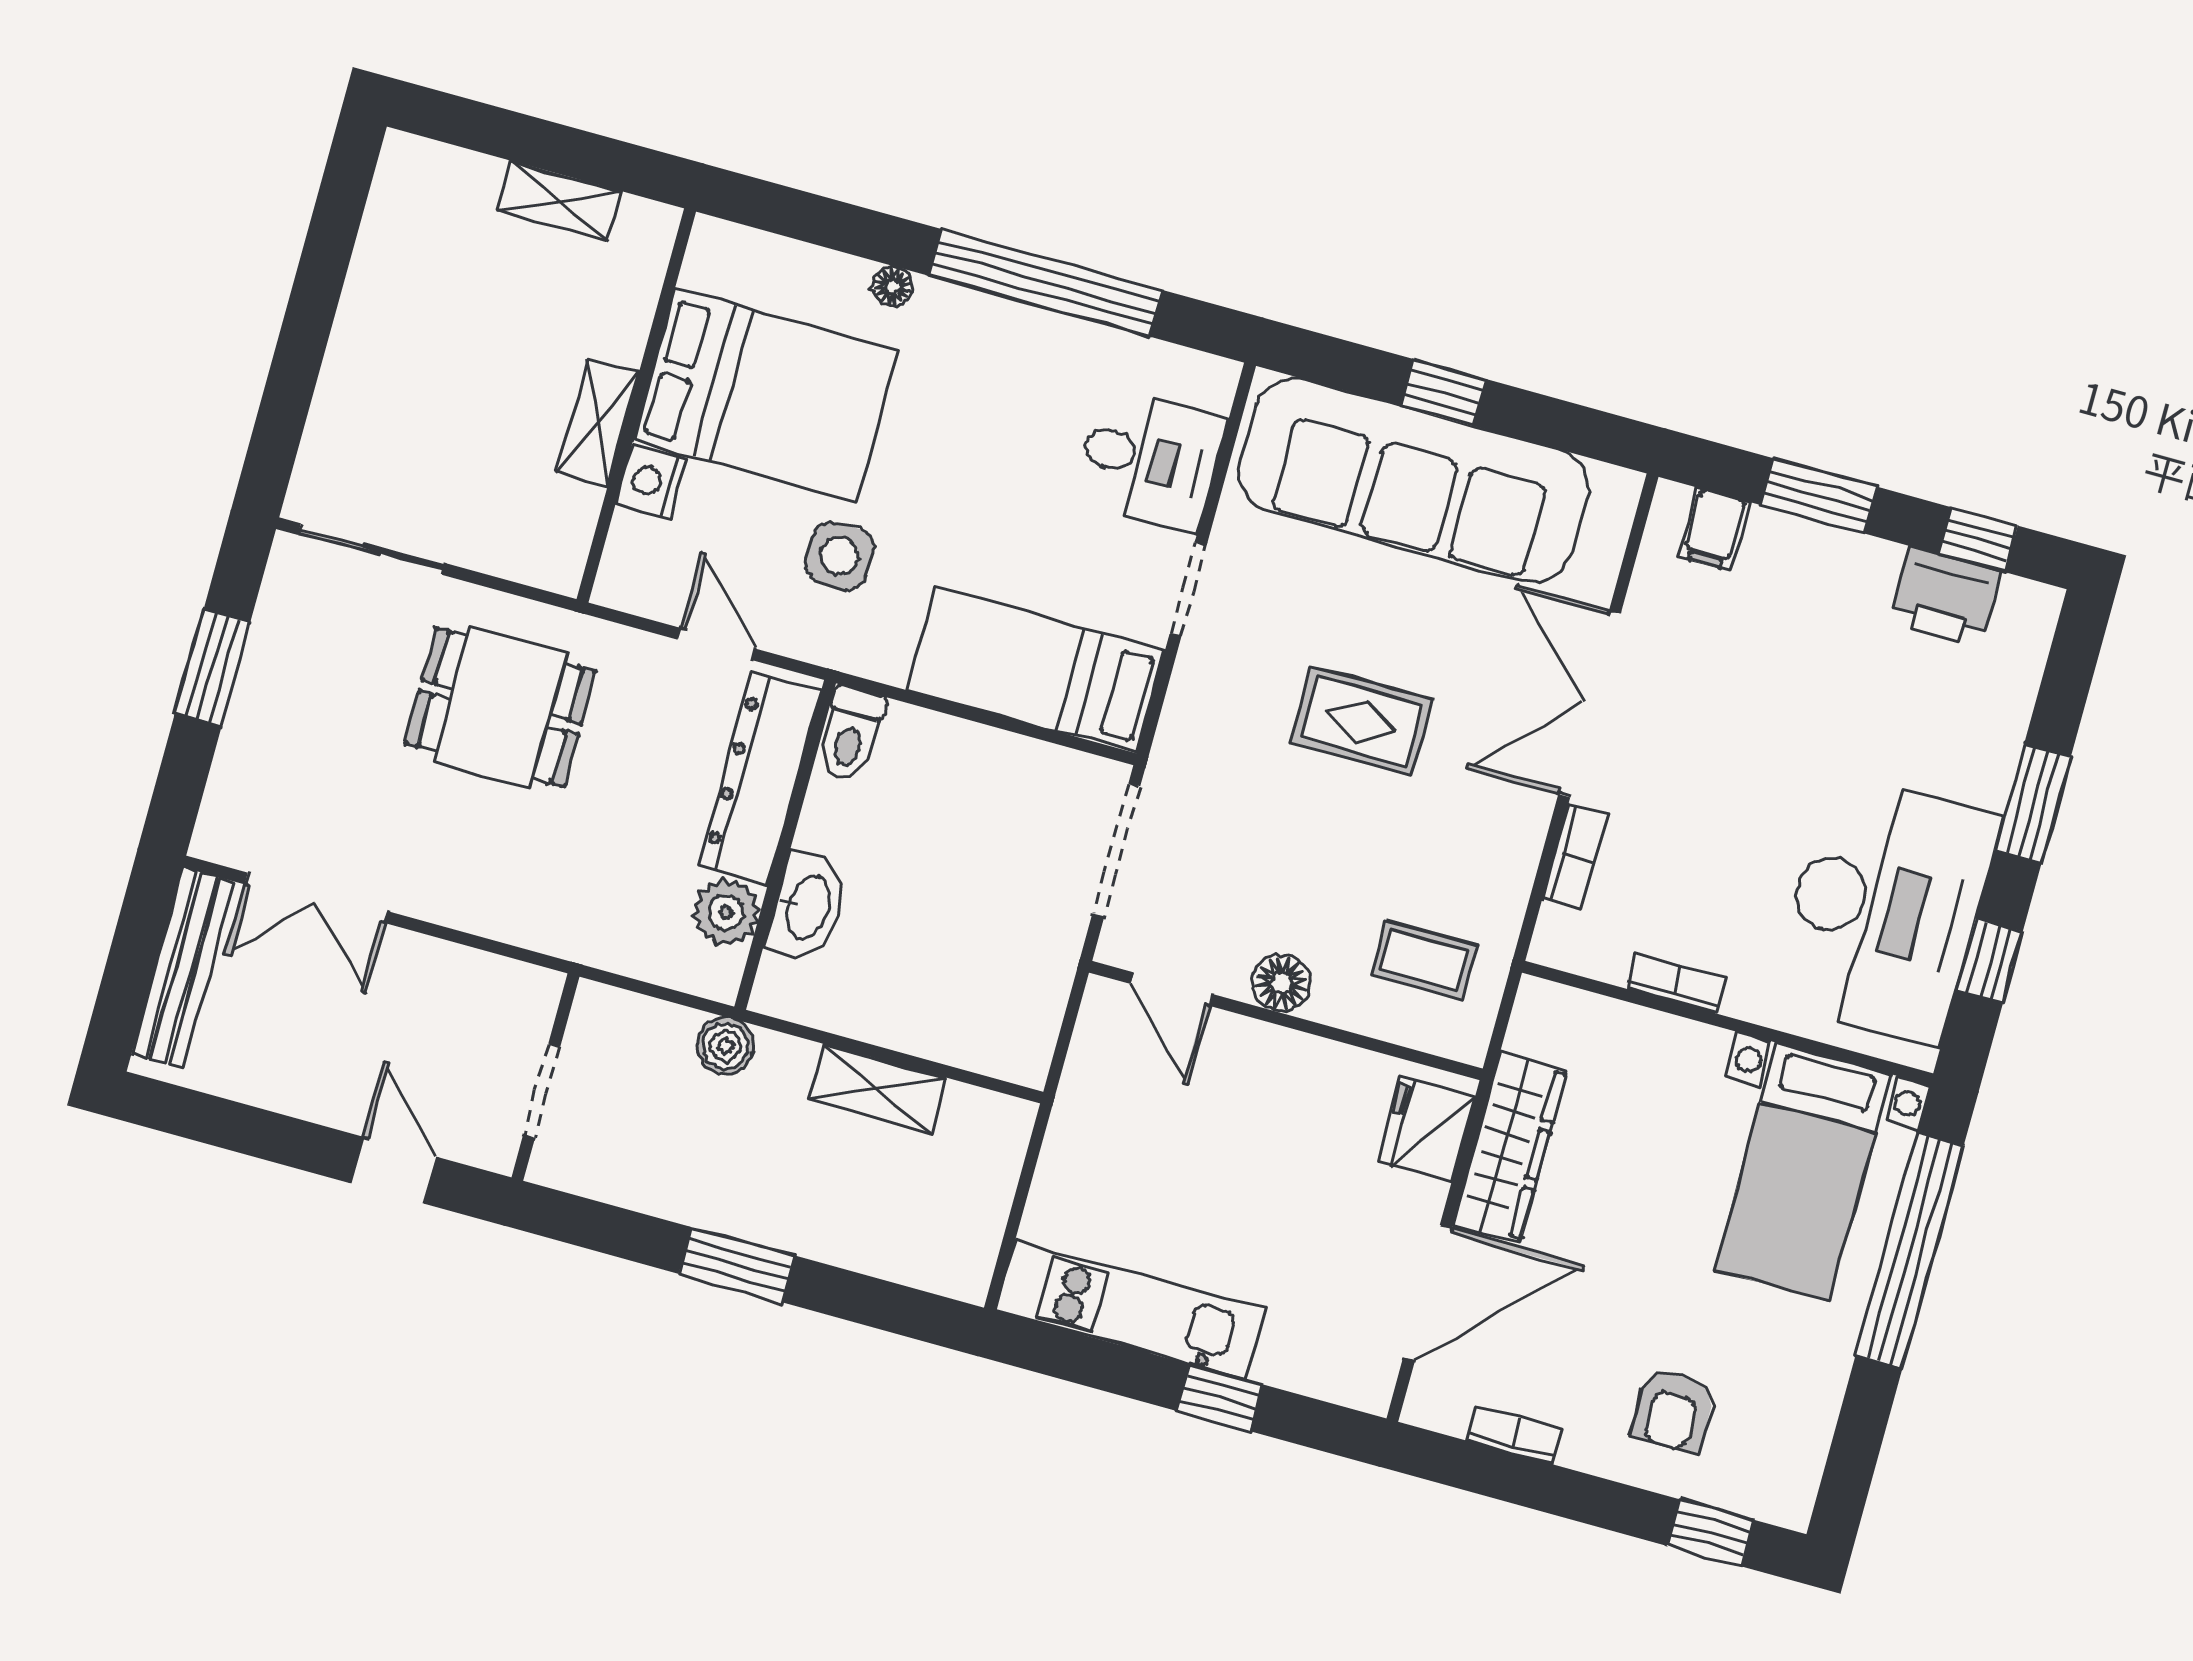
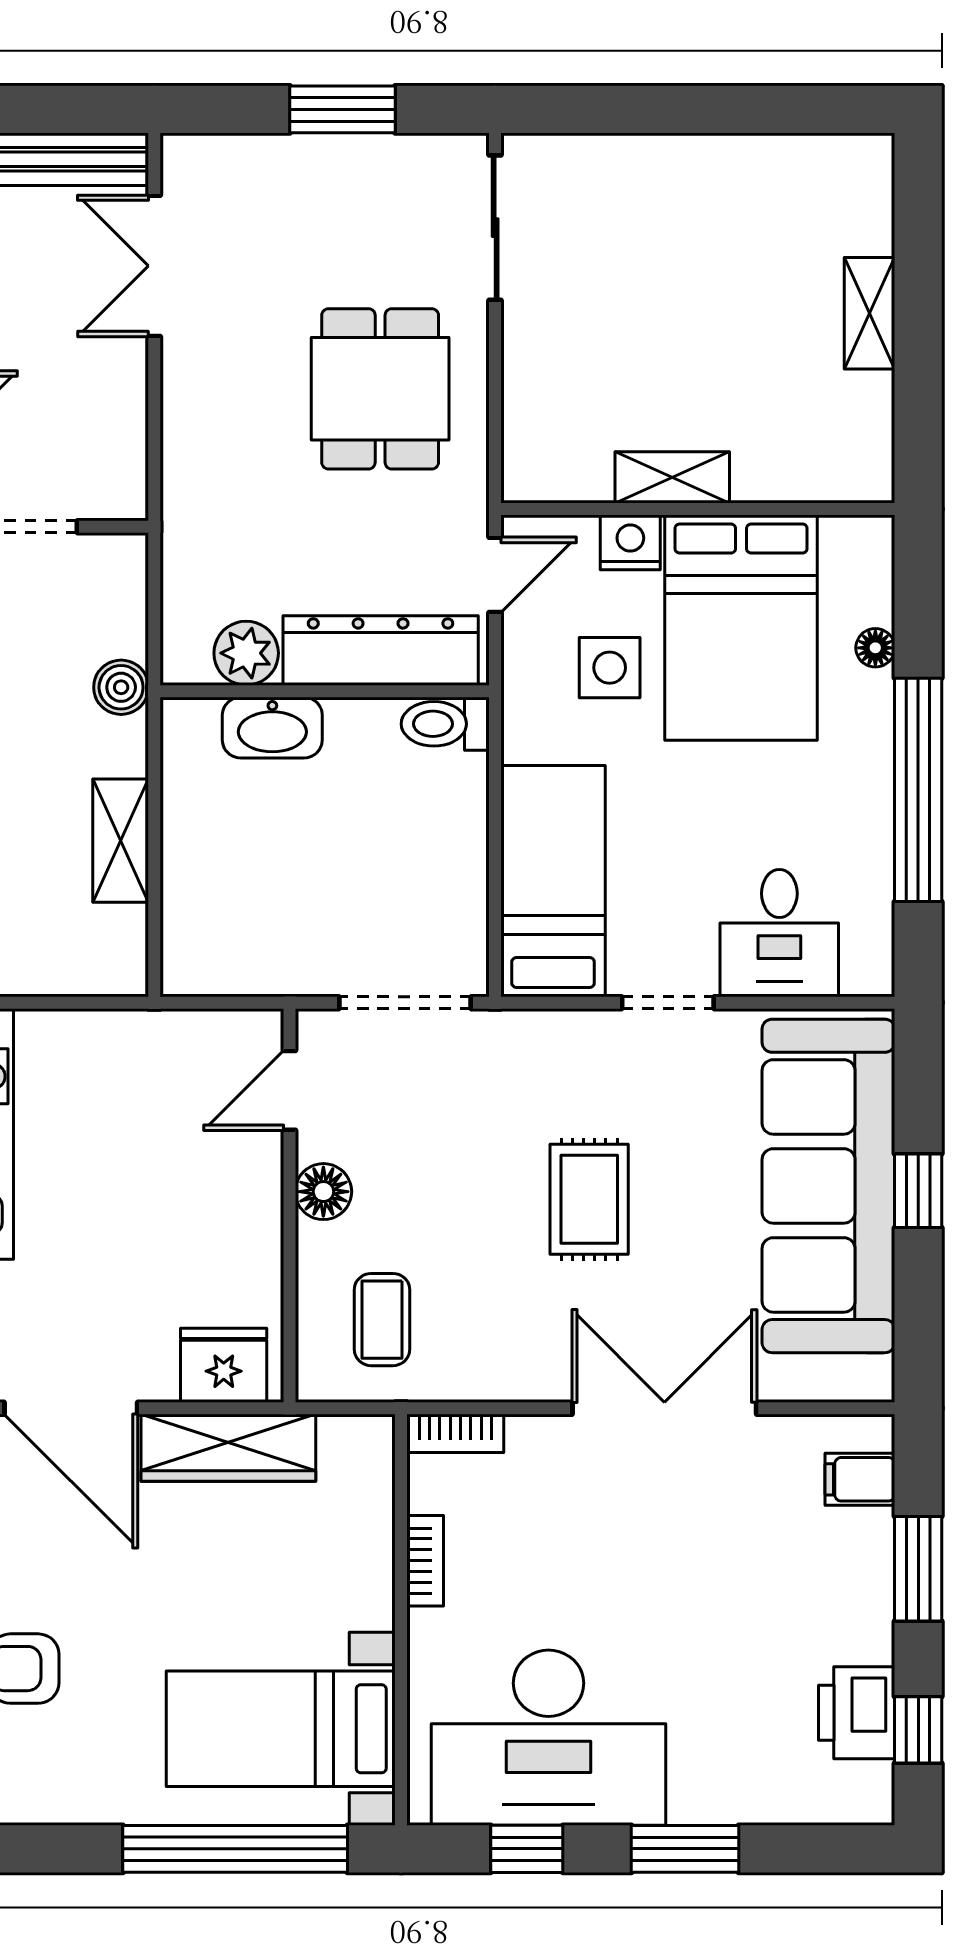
bed: (766, 395) -> (741, 628), moved
wall: (636, 405) -> (698, 509), moved
shelving: (598, 422) -> (672, 477), moved
nightstand: (651, 482) -> (630, 542), moved
bookcase: (1574, 856) -> (455, 1433), moved

